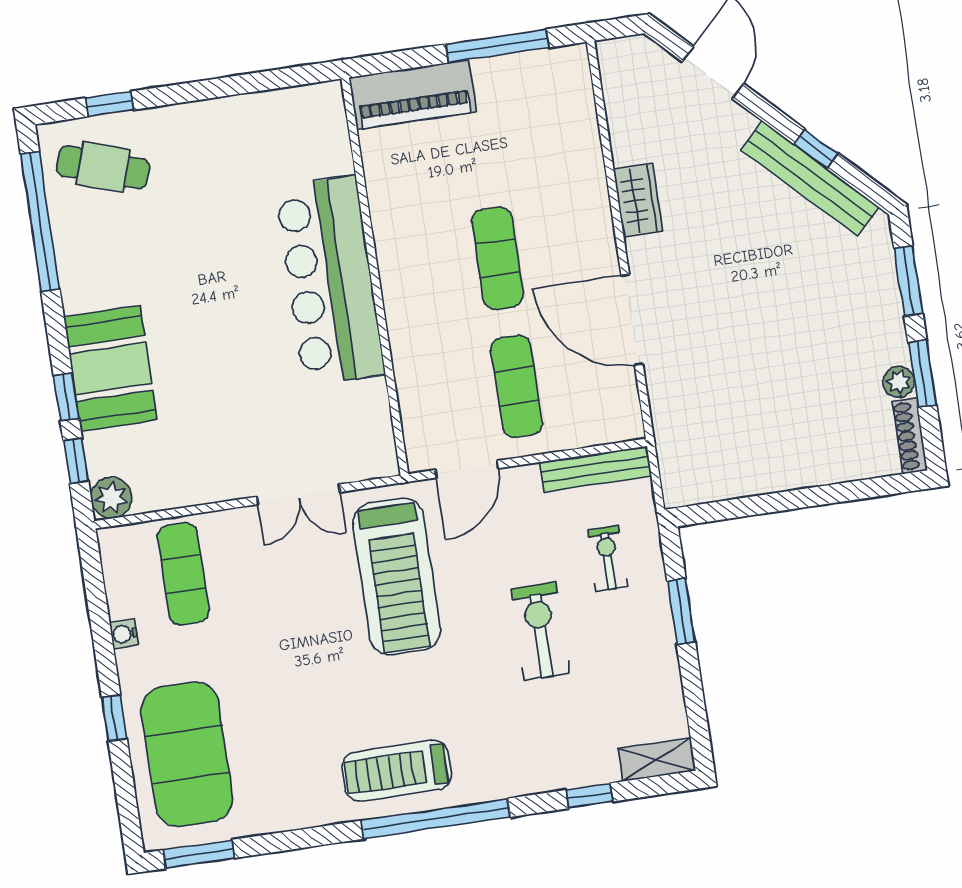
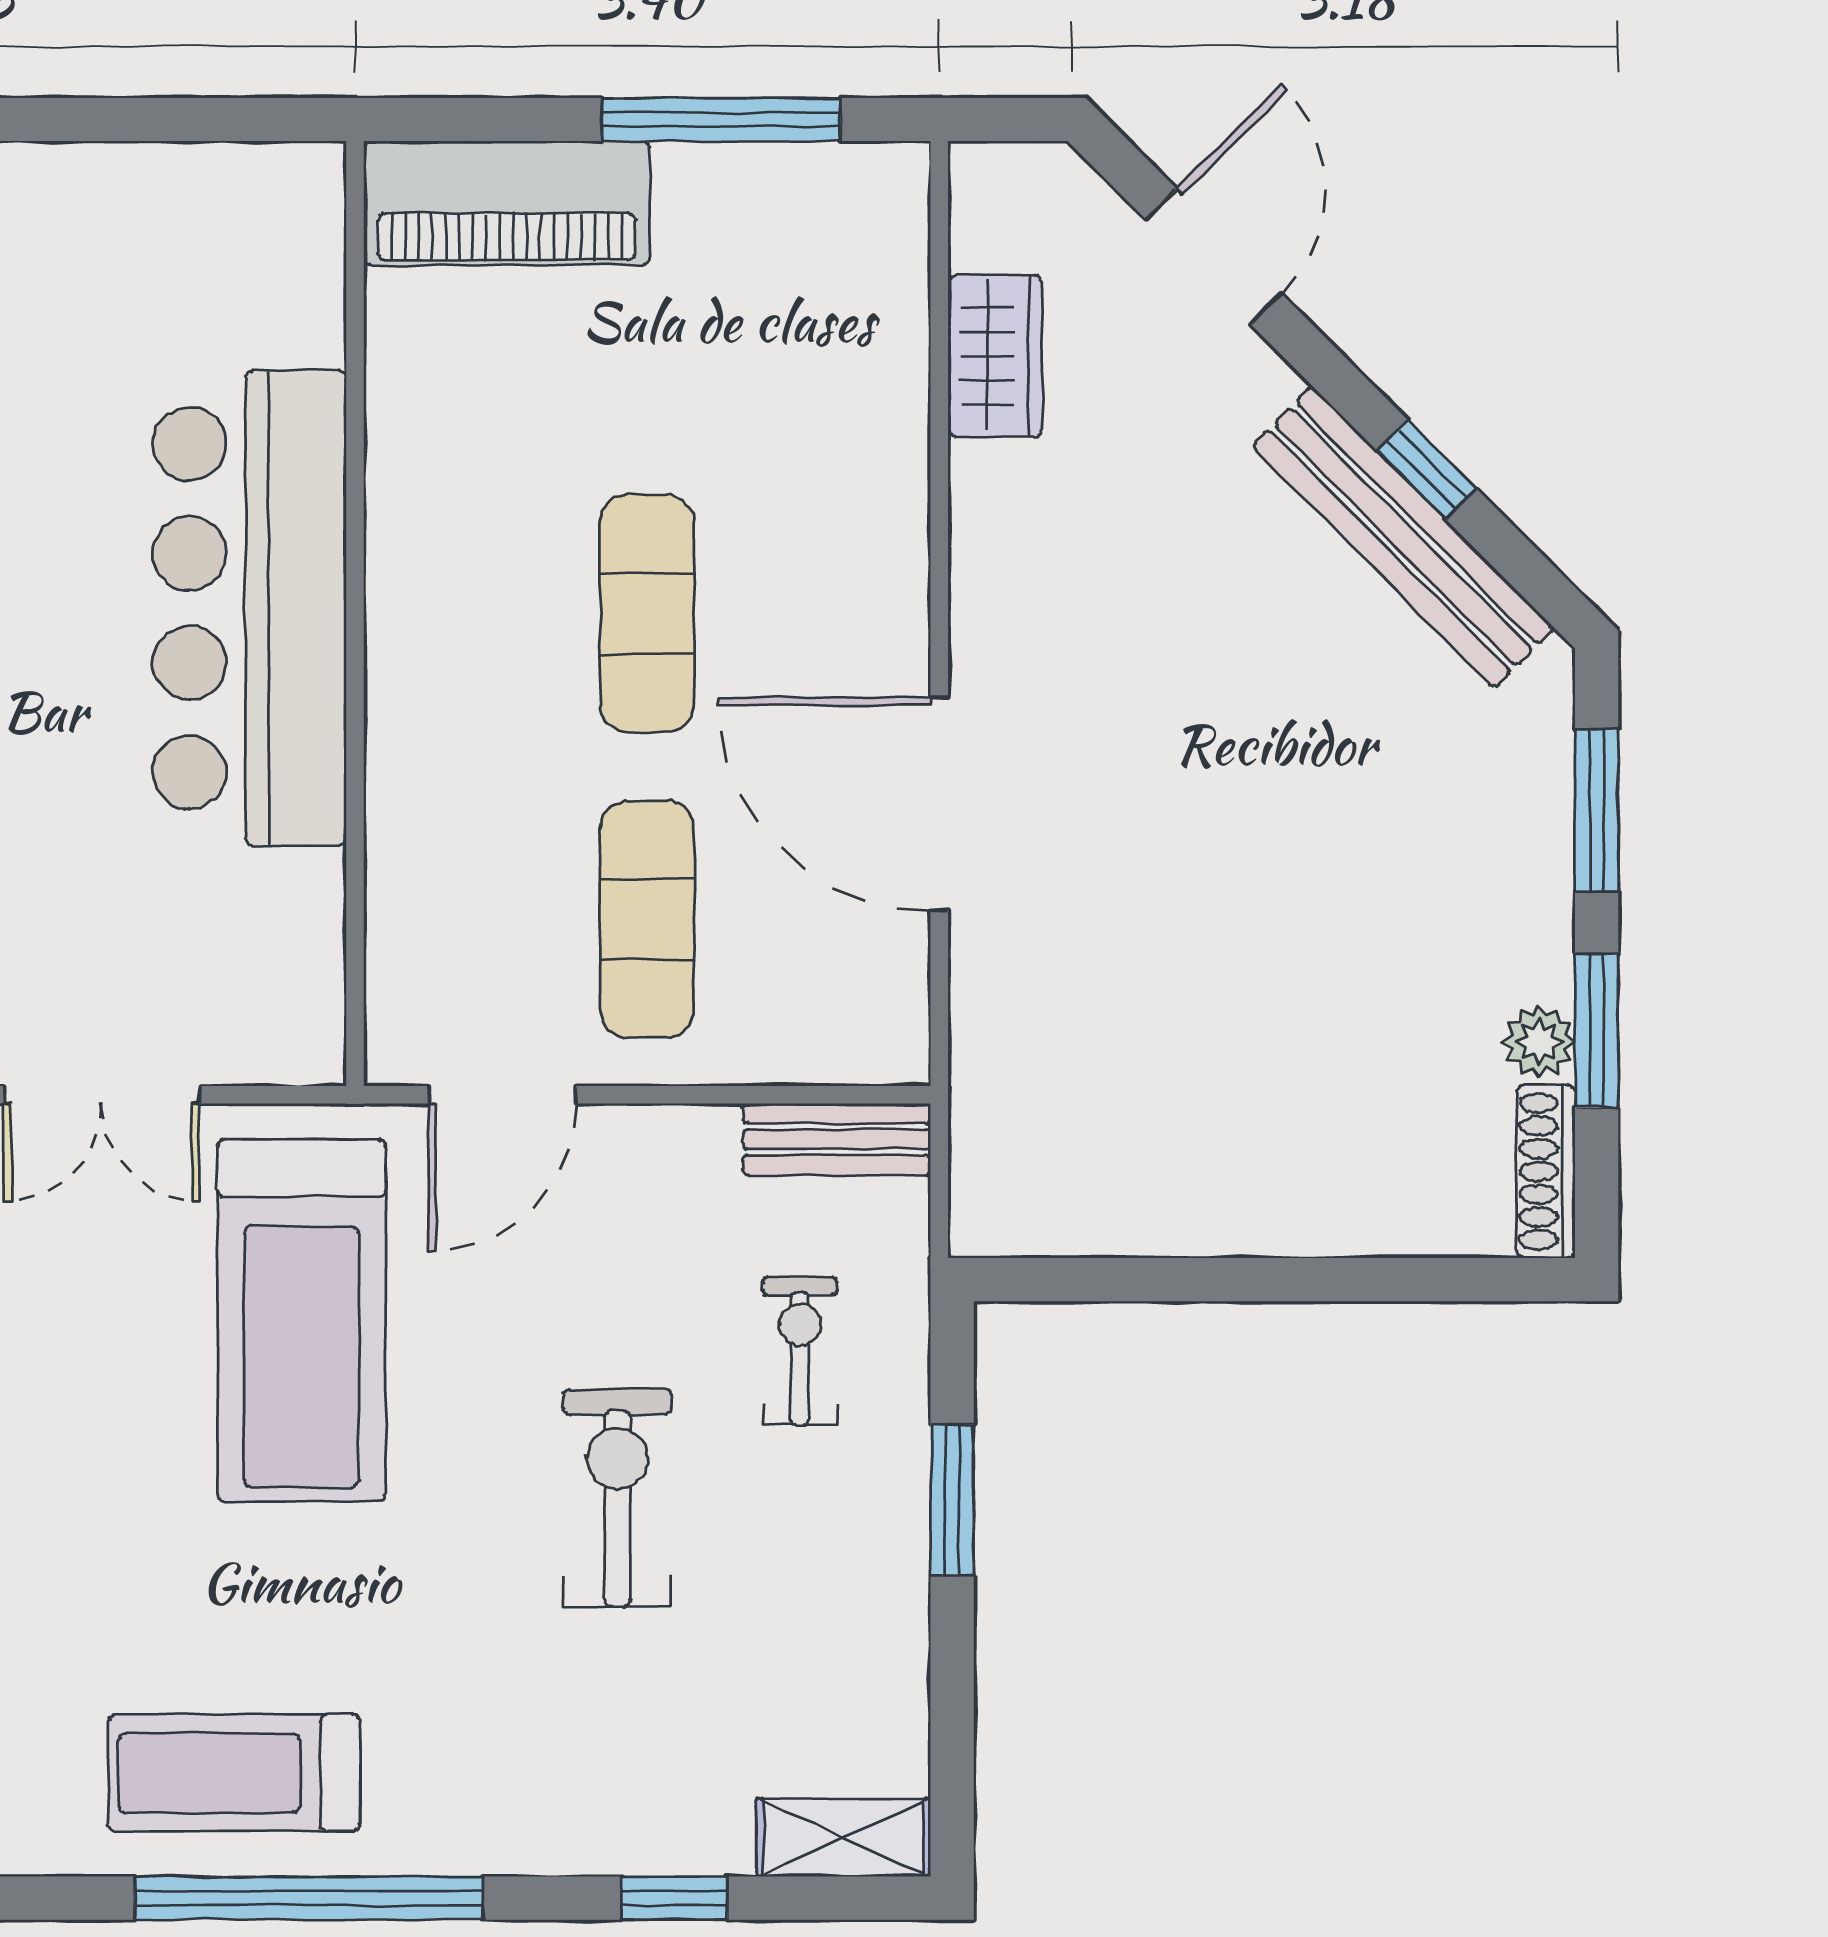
wardrobe: (638, 200) -> (995, 356), moved
bench: (596, 469) -> (837, 1139), width x0.73

